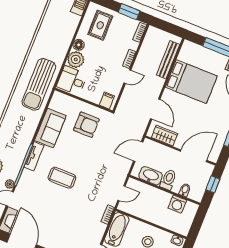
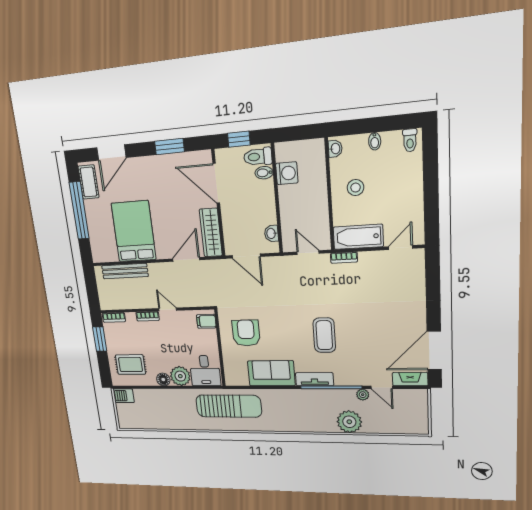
wardrobe: (165, 136) -> (211, 233), width x1.50
washbasin: (151, 176) -> (271, 233), width x0.52, depth x0.69
toilet: (168, 180) -> (258, 157), moved

